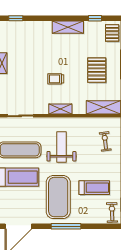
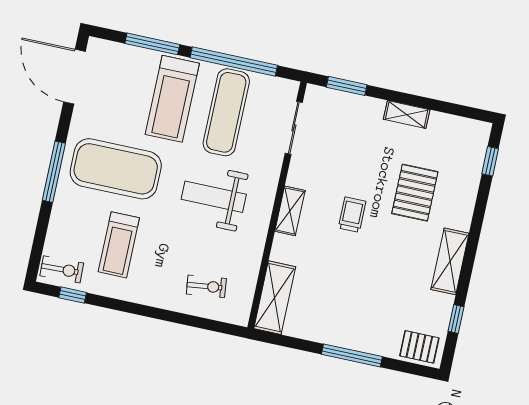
pallet: (97, 70) -> (415, 193), moved, turned 90
weight bench: (61, 147) -> (214, 197), turned 180

